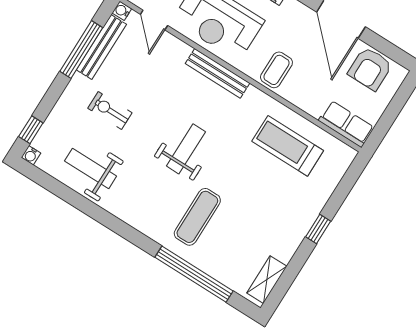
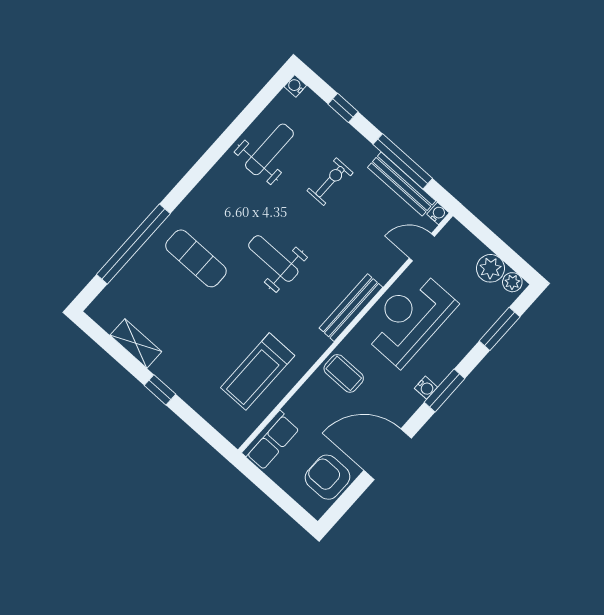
window: (31, 130) -> (343, 108), moved
treadmill: (288, 146) -> (258, 372), turned 180
weight bench: (186, 149) -> (273, 258), turned 180
shelving: (267, 280) -> (136, 343), moved

